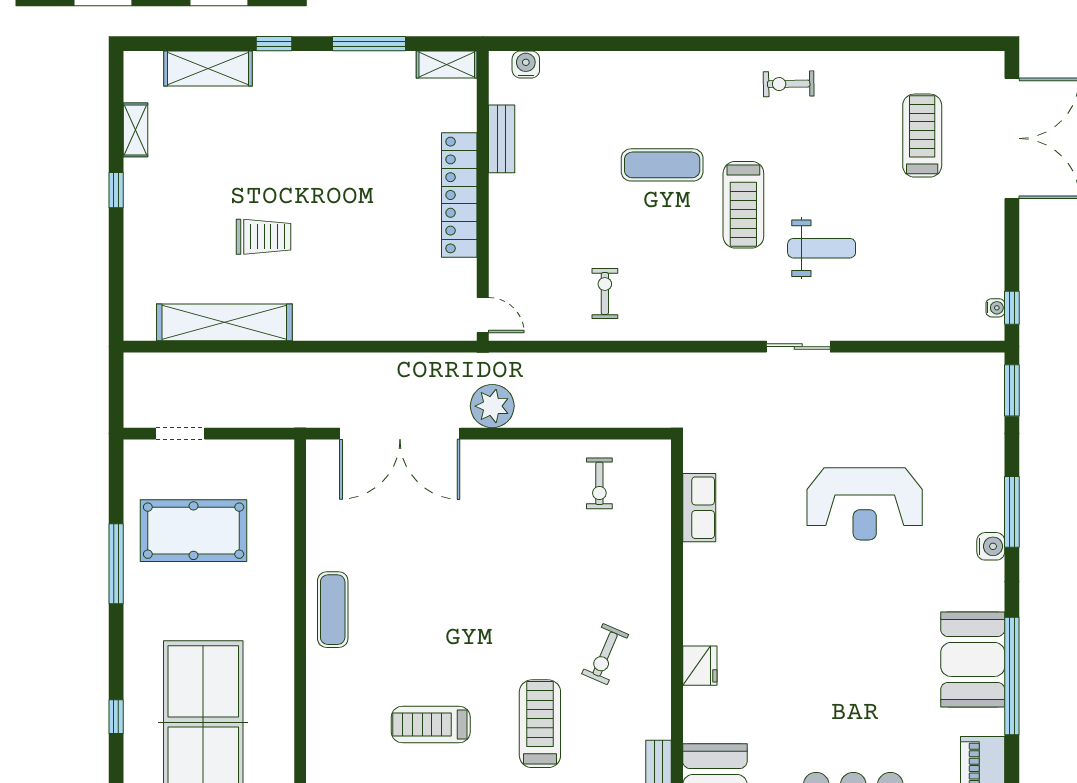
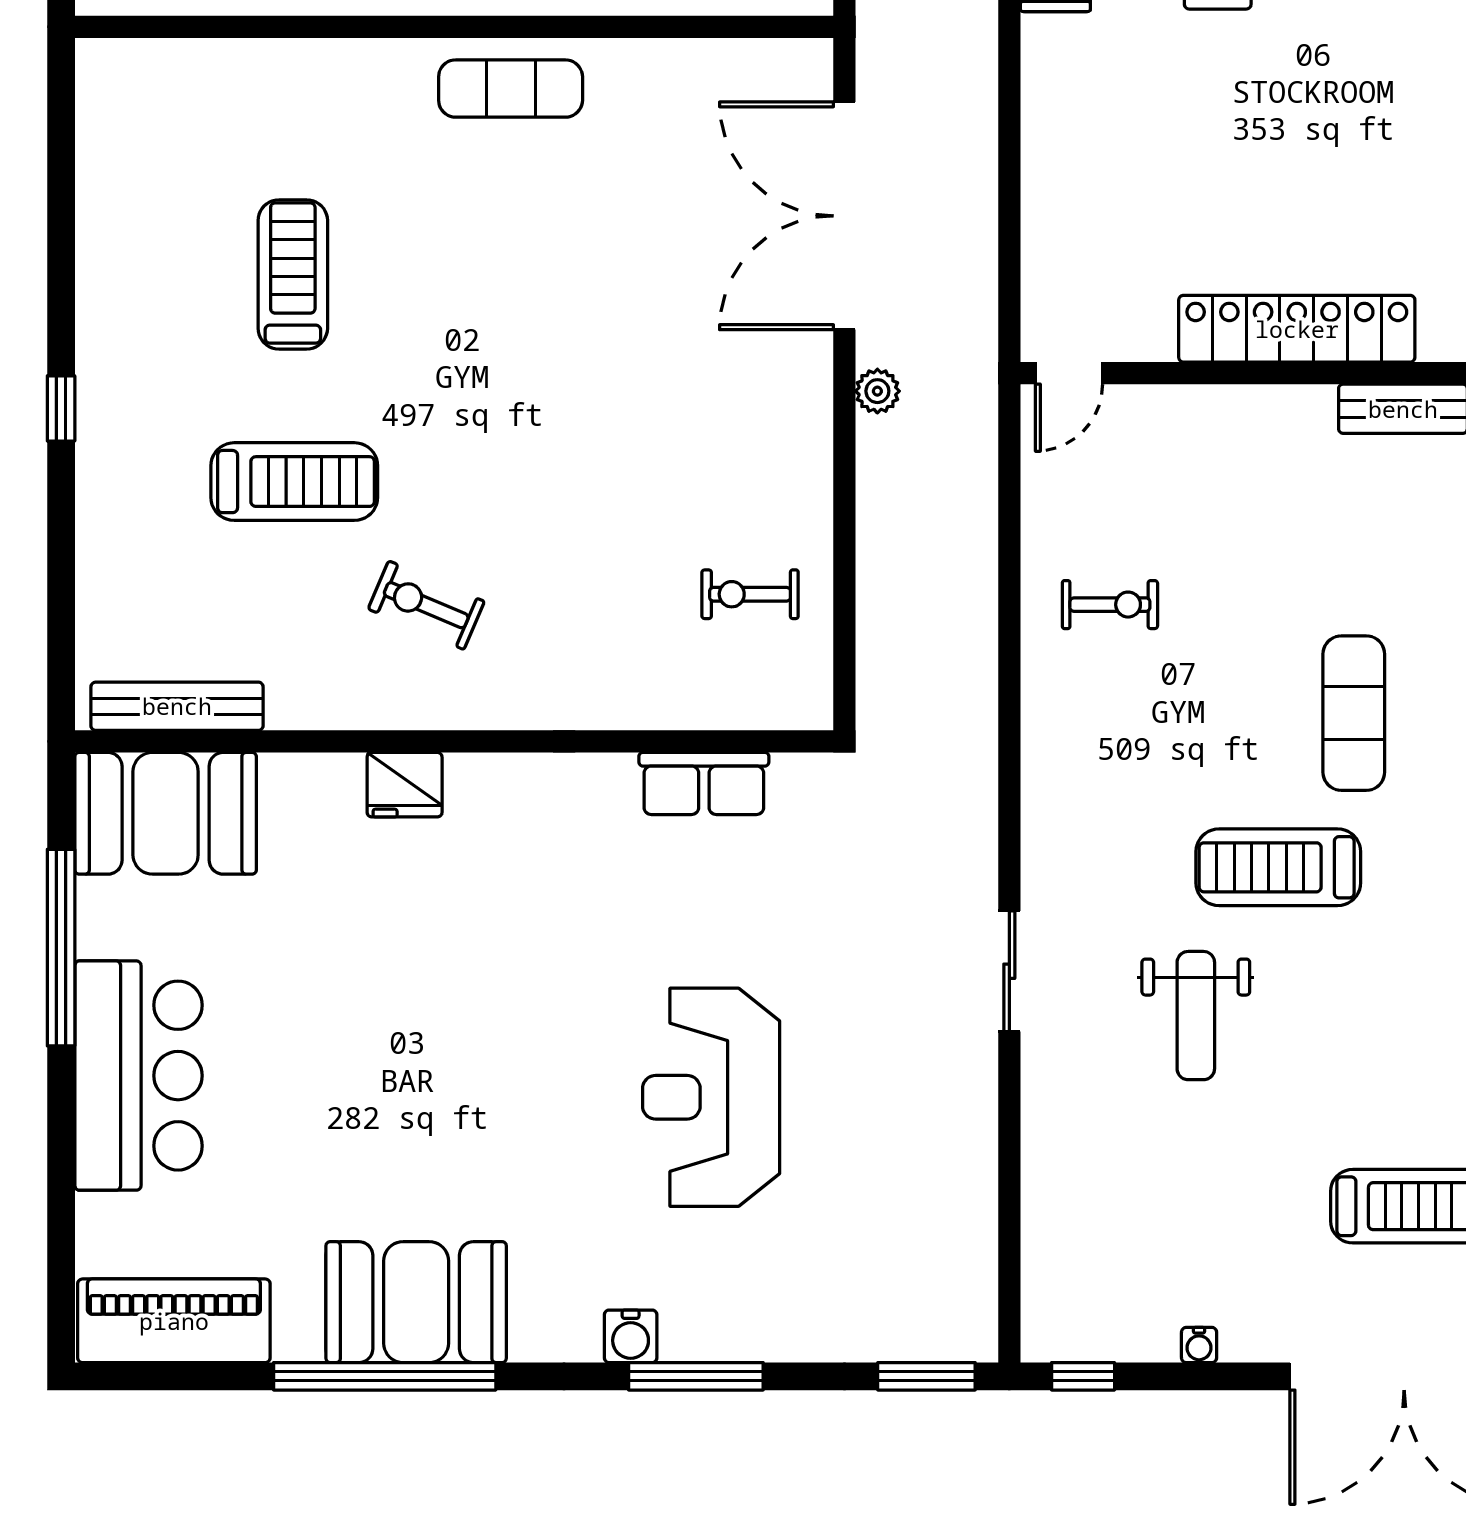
water cooler: (995, 308) -> (1199, 1345), moved
plant: (492, 406) -> (877, 391), width x0.53, depth x0.53

